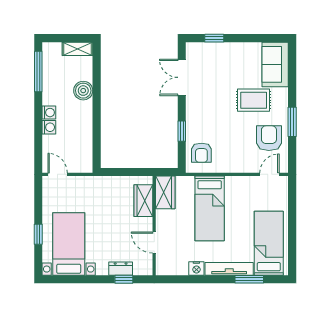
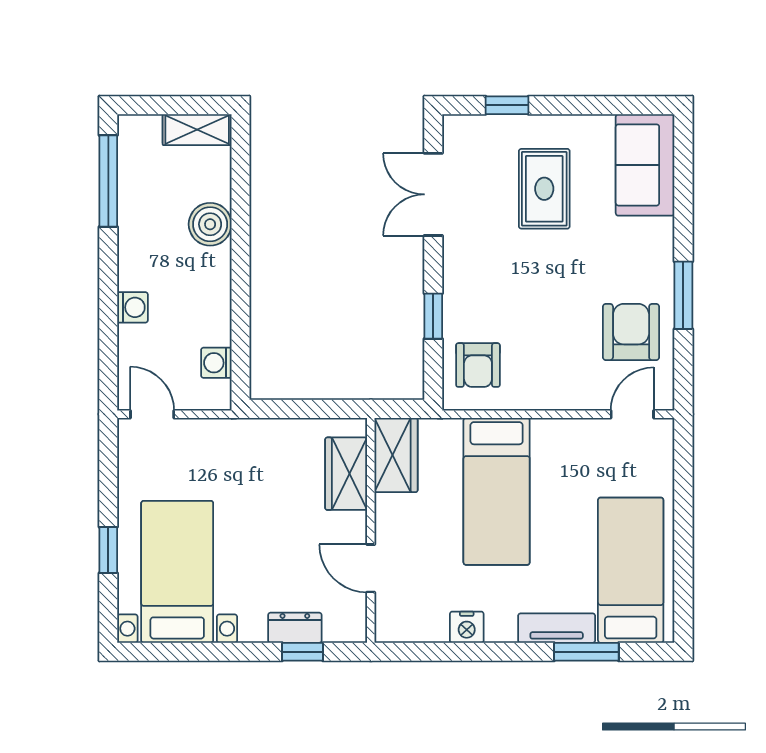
rug: (254, 100) -> (544, 189), moved, turned 90
washing machine: (49, 113) -> (216, 363), moved, turned 180
tv unit: (229, 269) -> (557, 628), width x0.71

